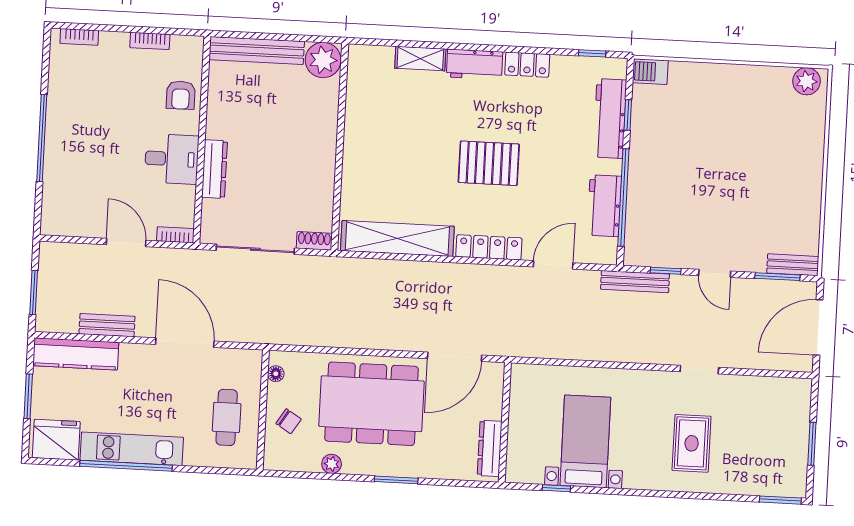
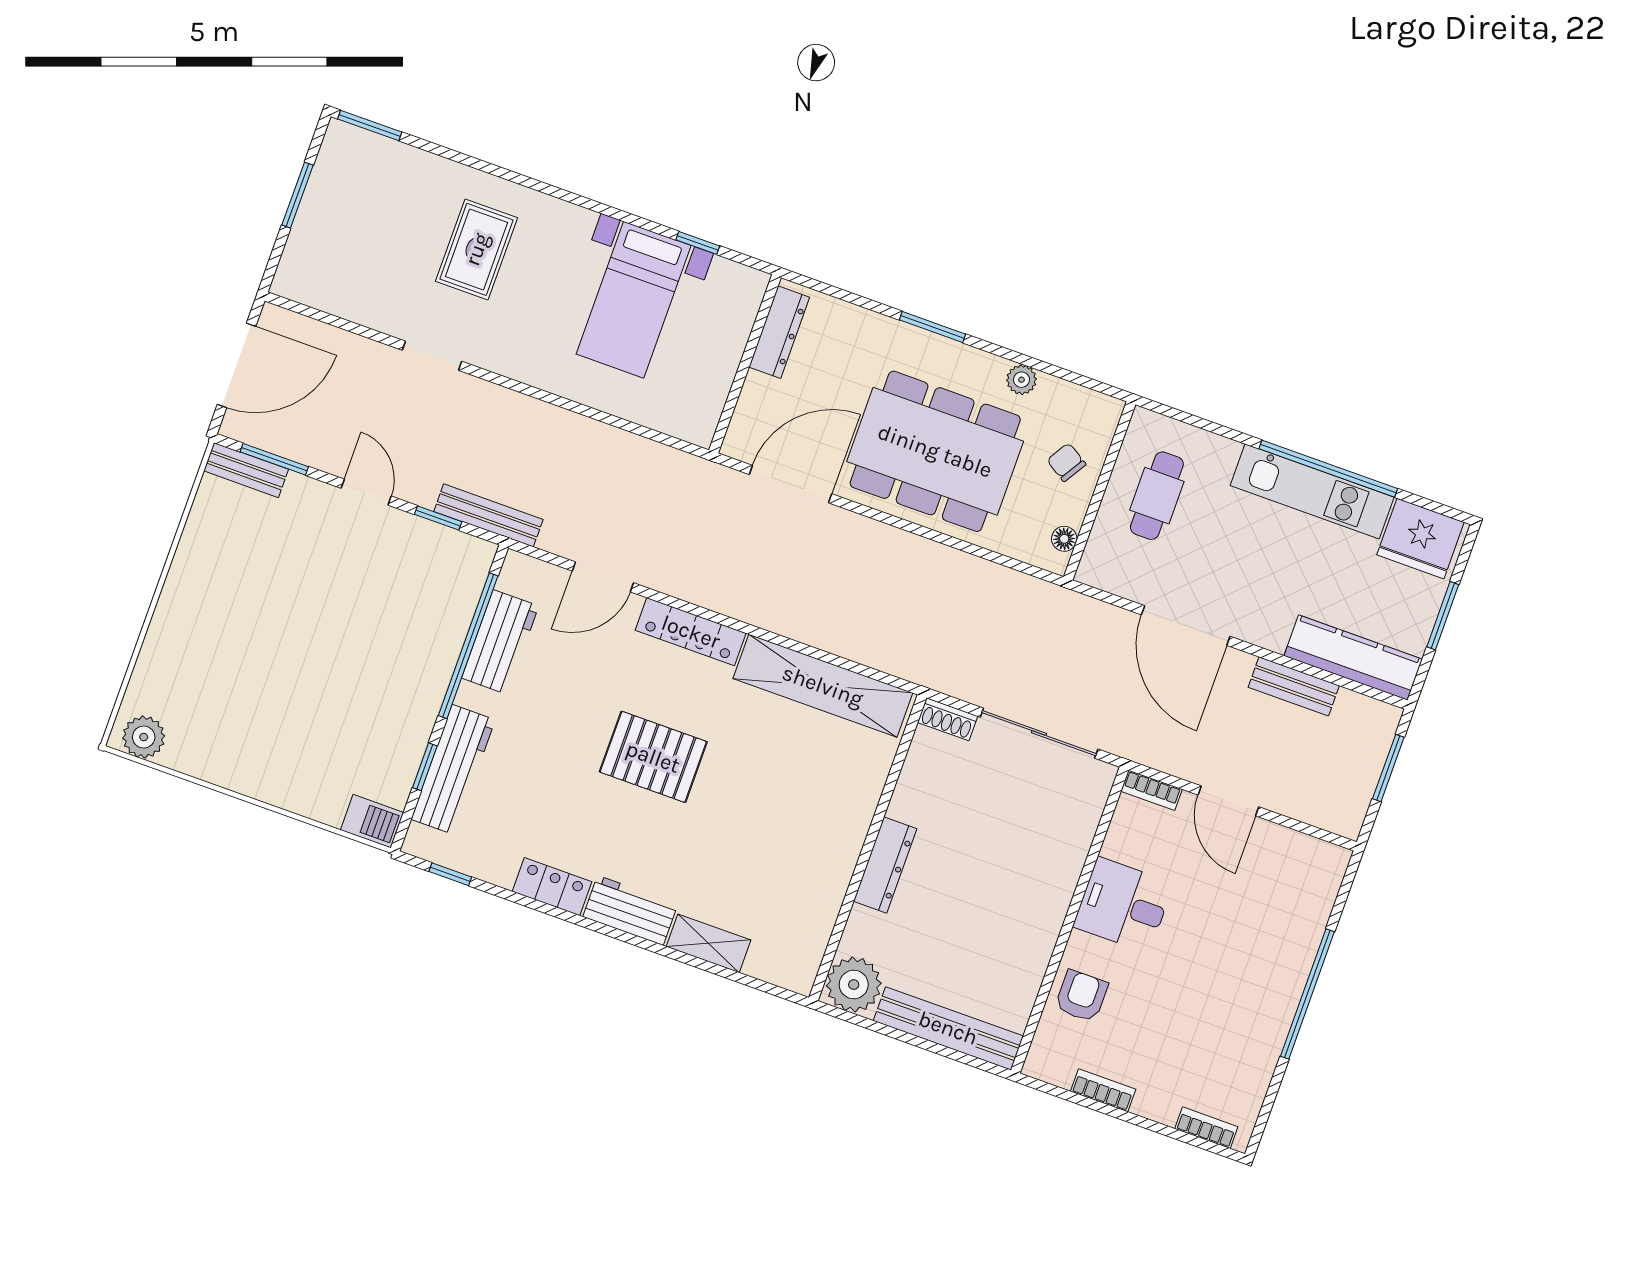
dresser: (215, 169) -> (885, 865), moved, turned 180

